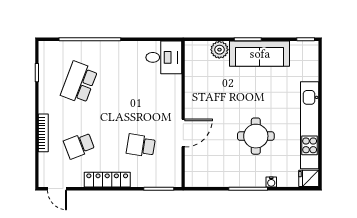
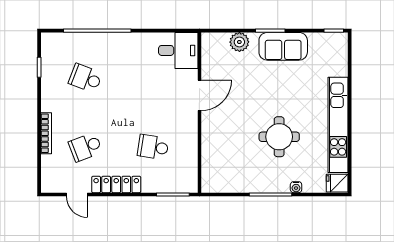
sofa: (260, 54) -> (283, 46), width x0.73
school desk: (79, 83) -> (85, 78), width x0.54
door: (183, 133) -> (199, 95), moved
door: (57, 189) -> (77, 194), moved

